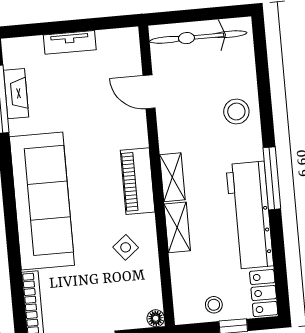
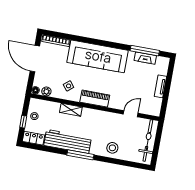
shelving: (172, 177) -> (92, 114), removed
plant: (152, 293) -> (46, 91), added

